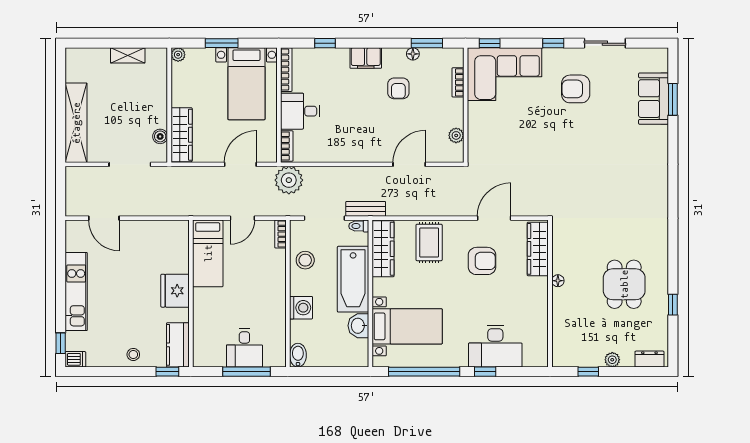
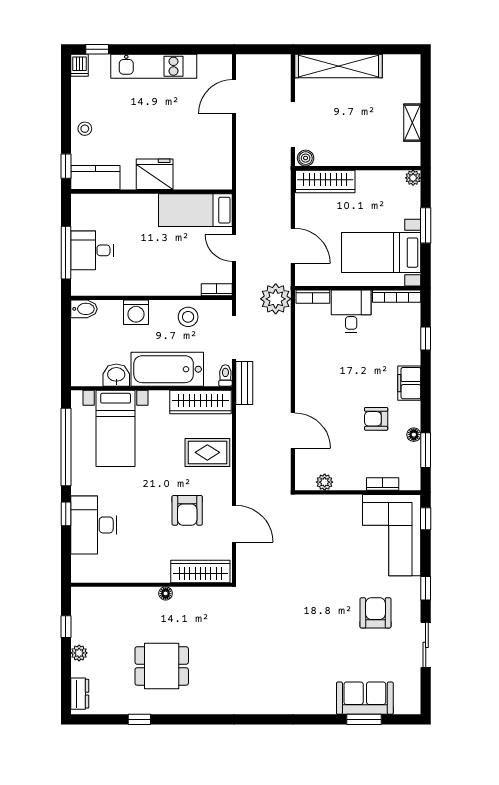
boiler: (160, 136) -> (306, 158), moved

